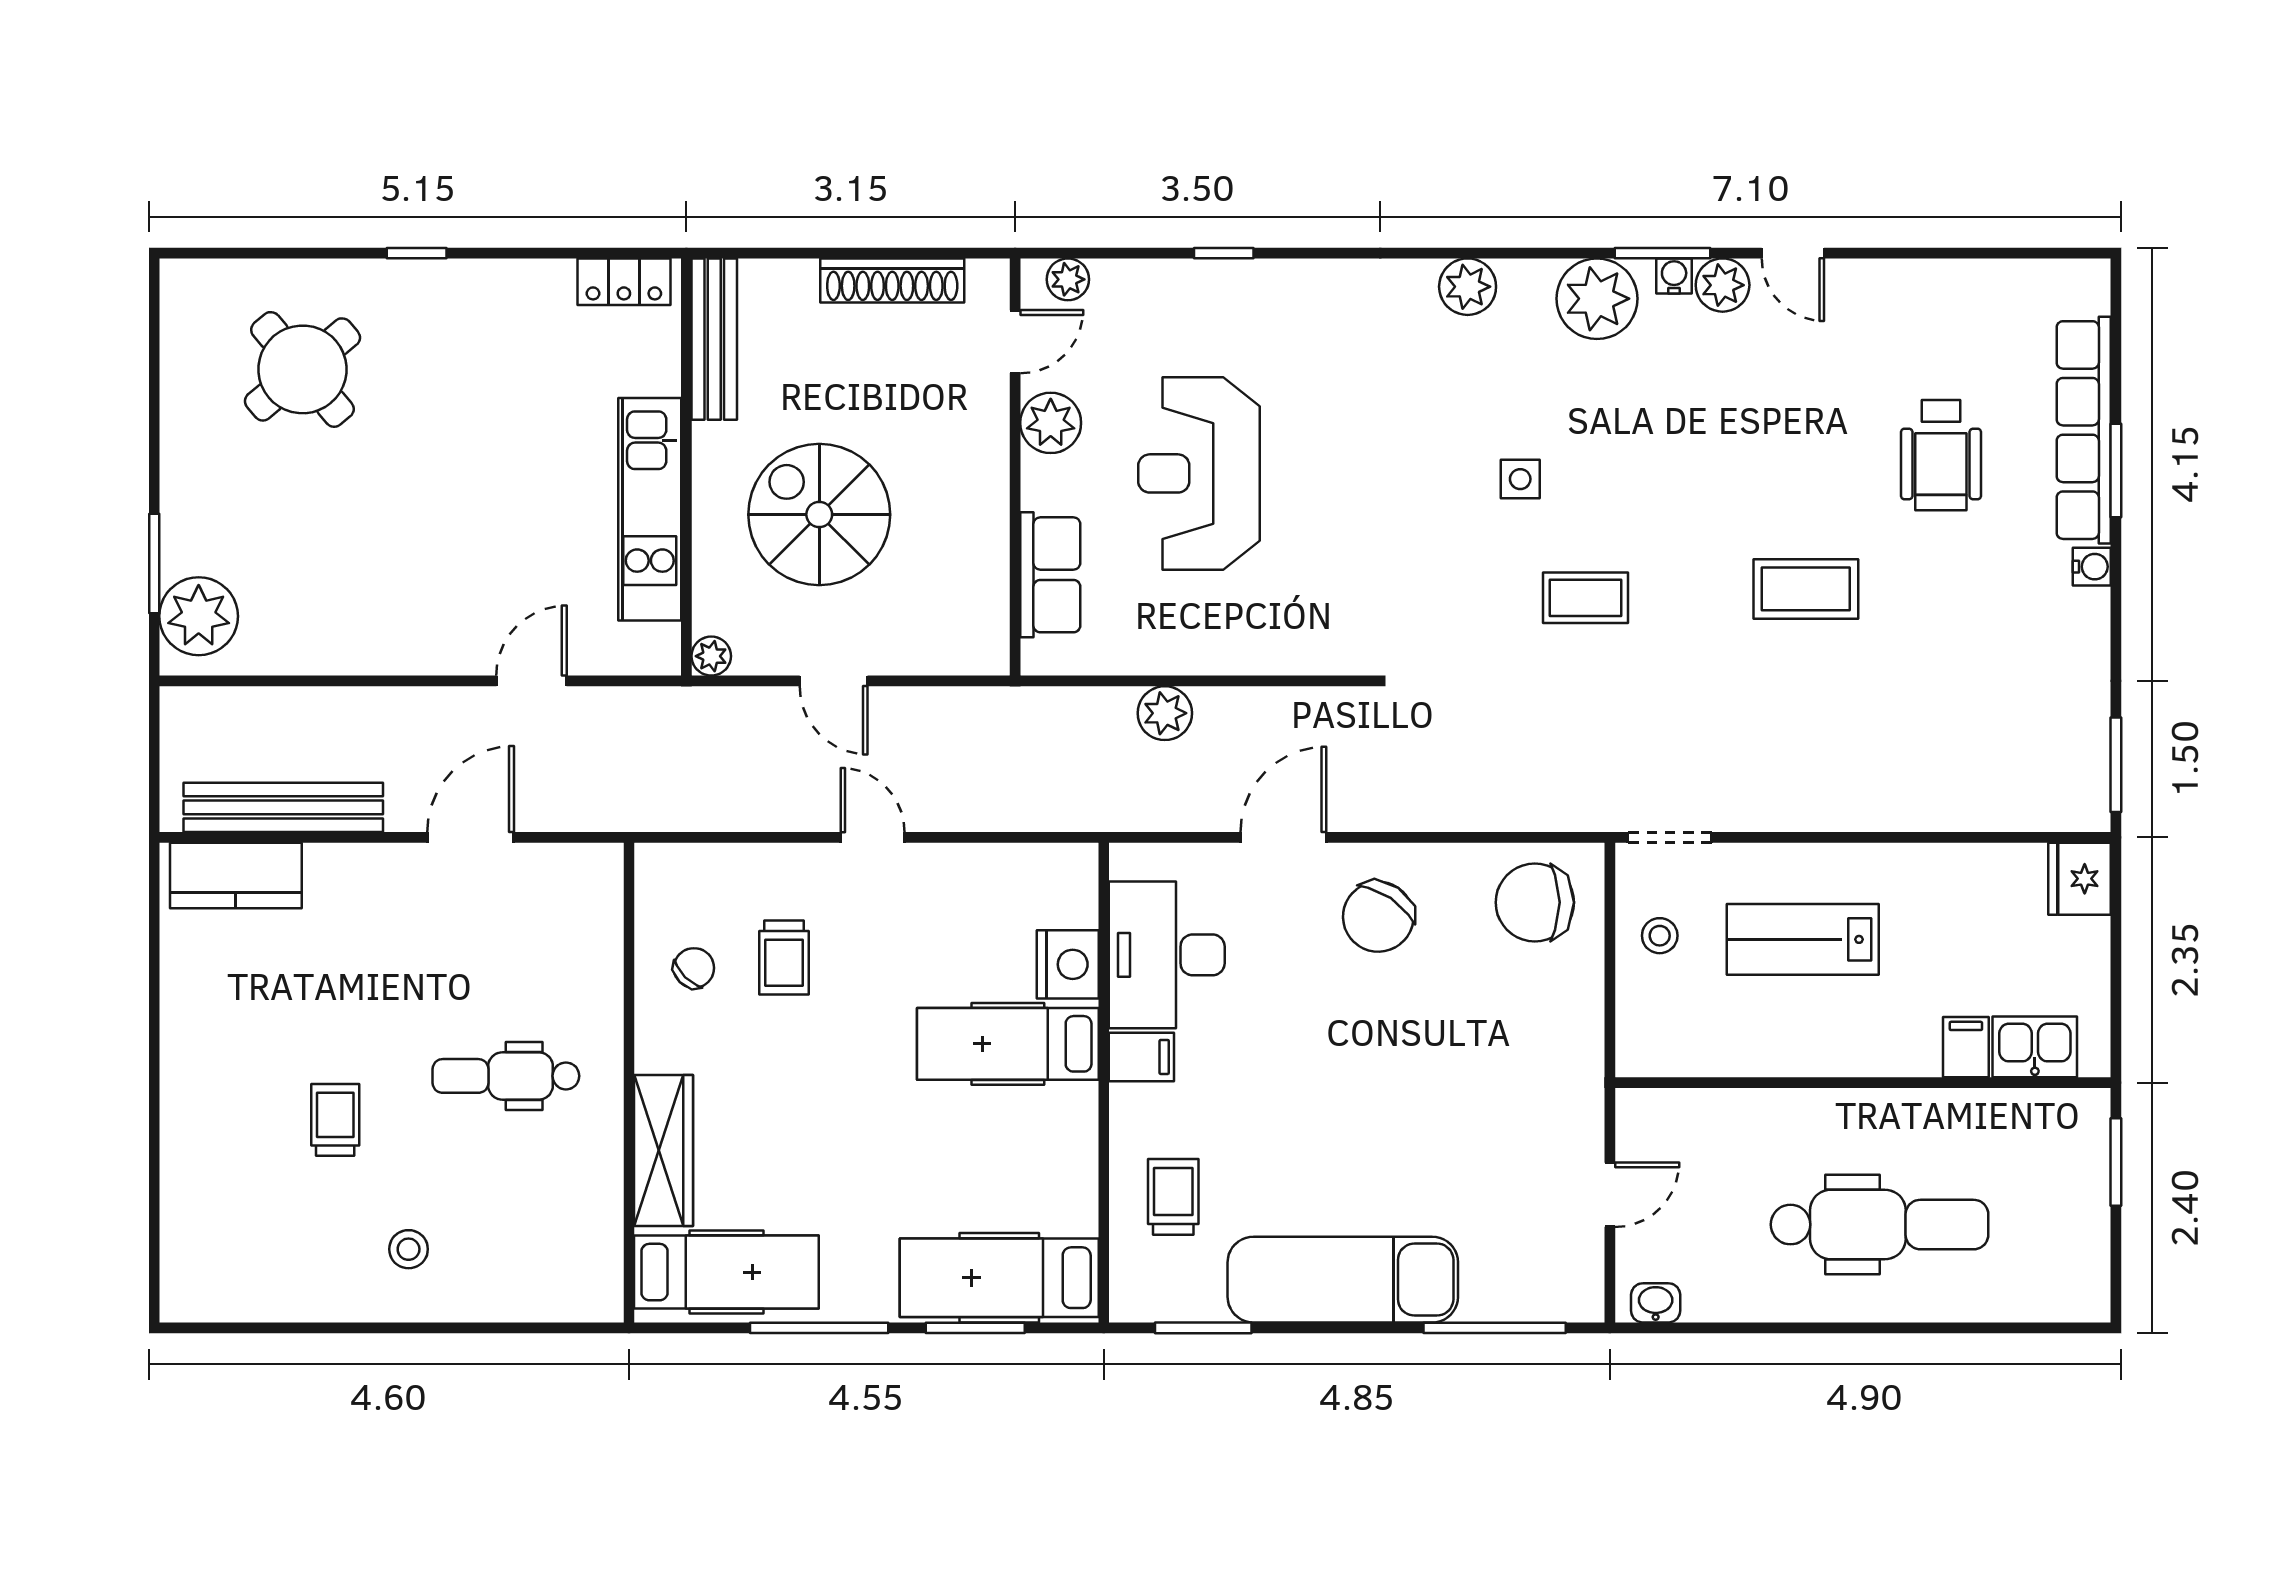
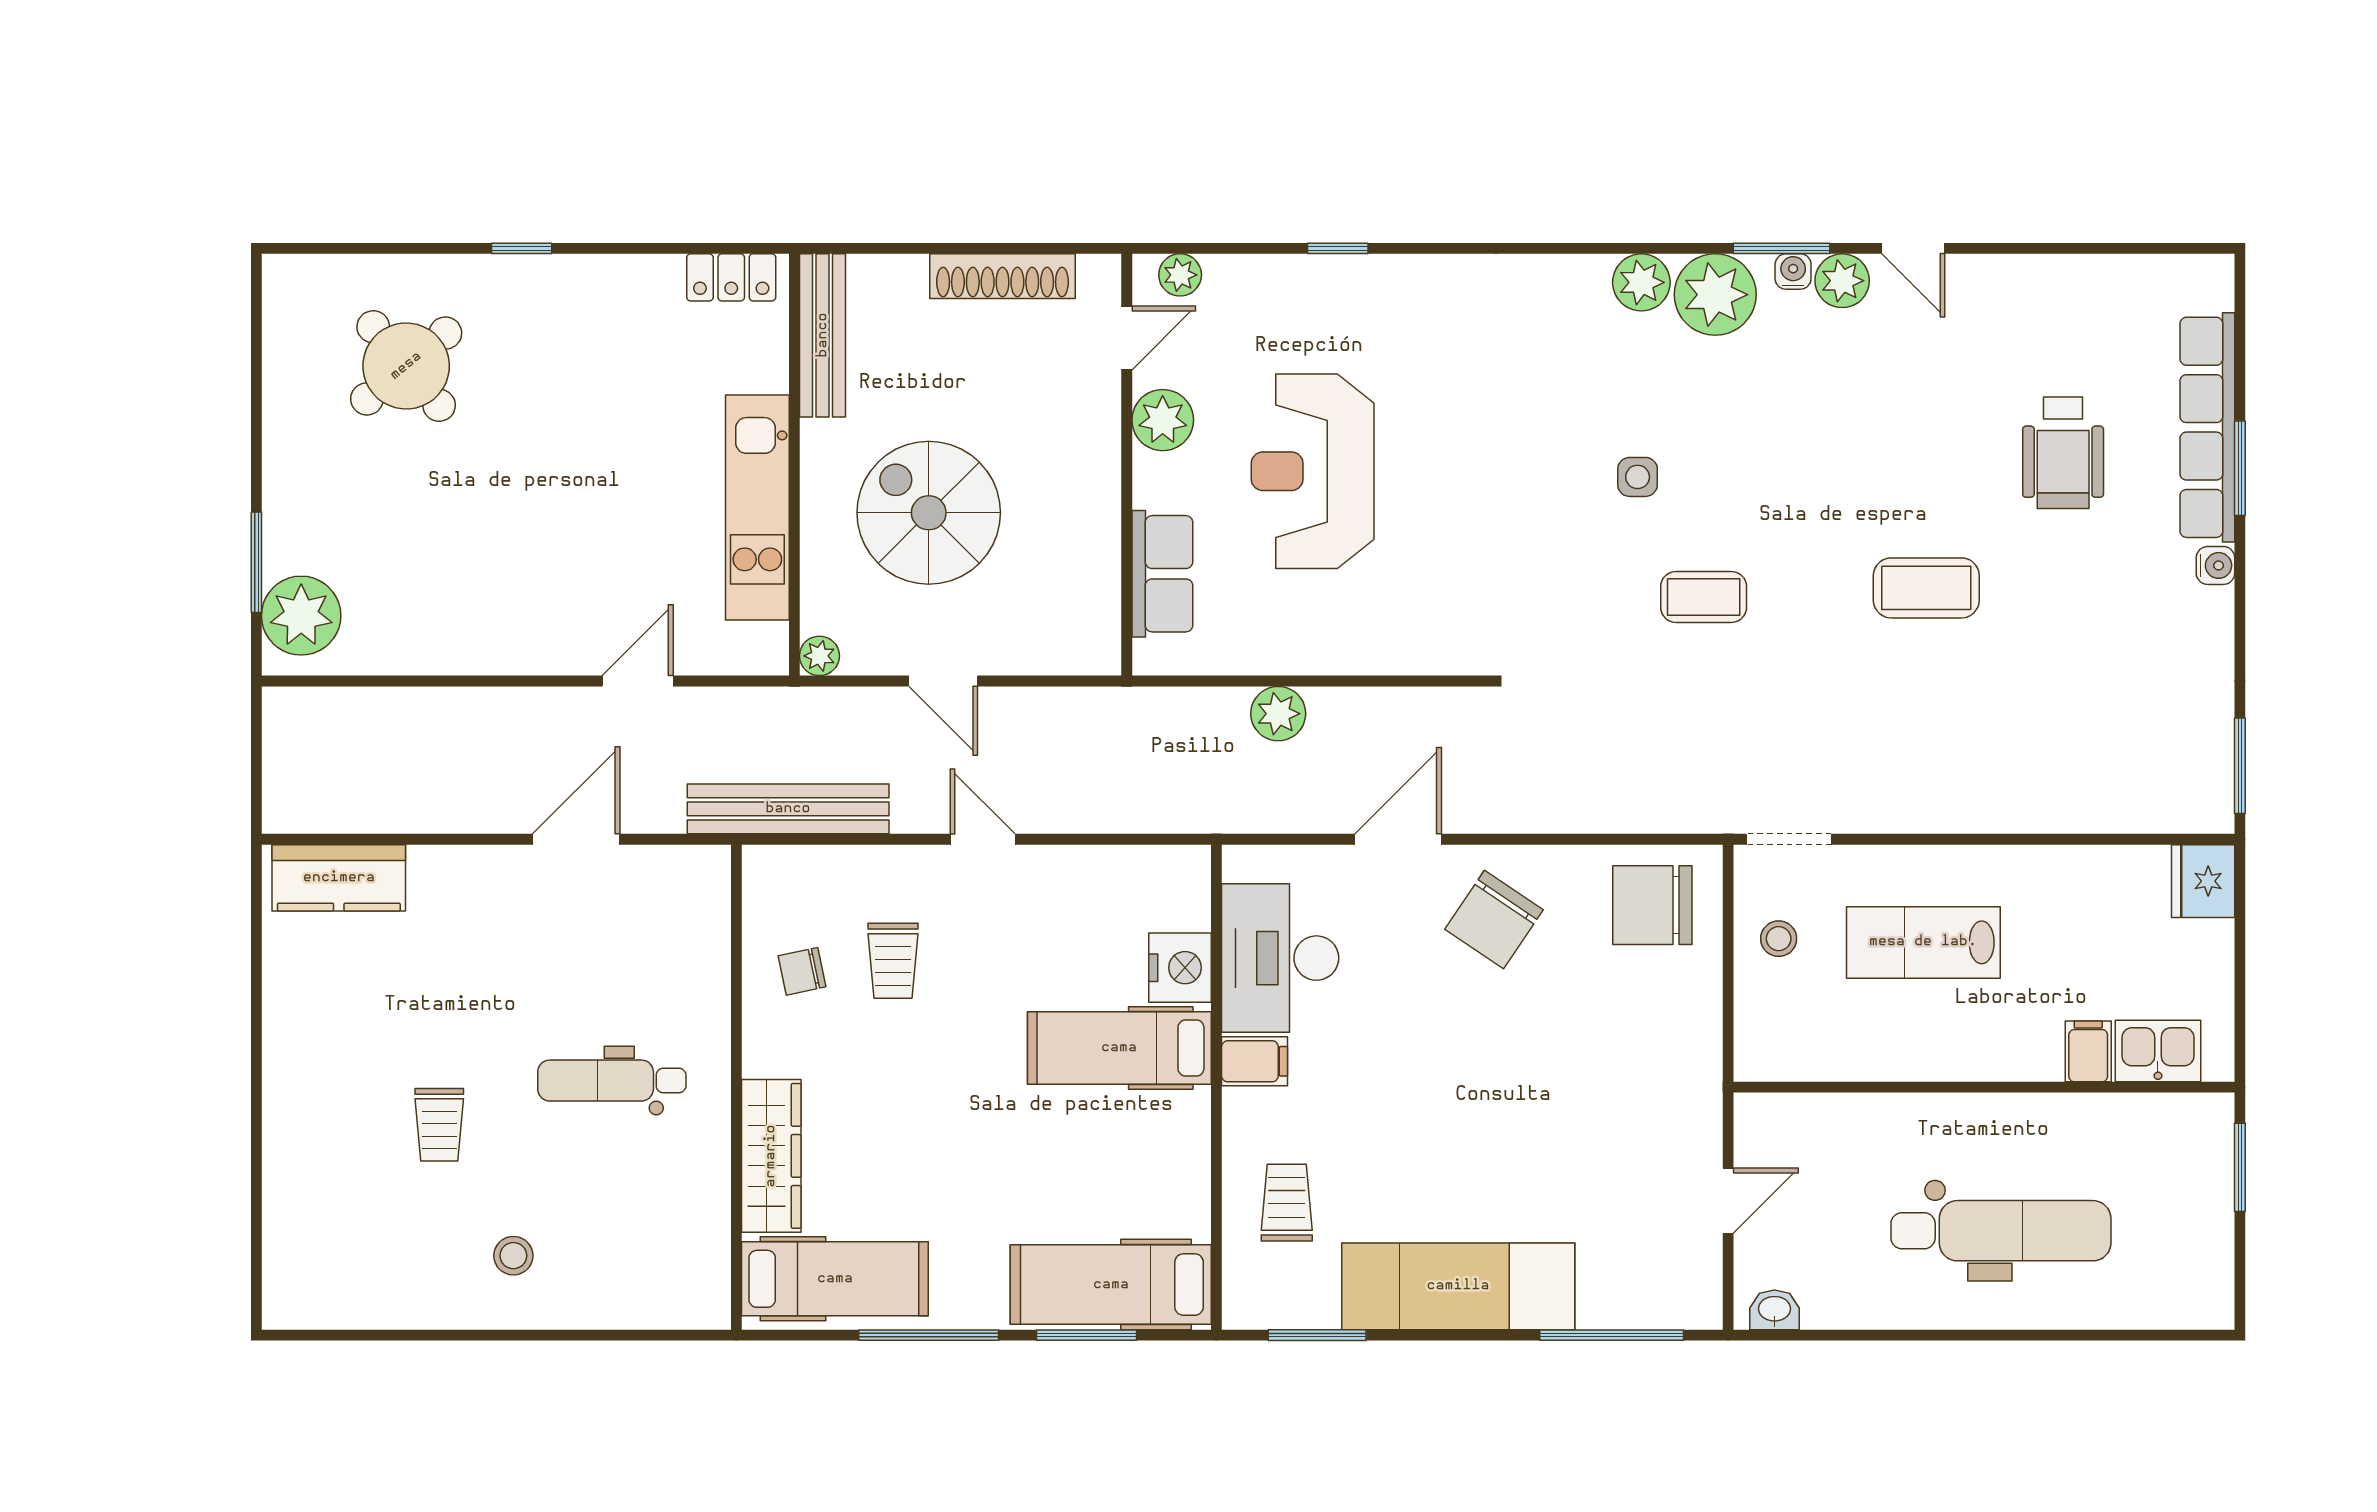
plant: (1468, 287) -> (1641, 282), moved
bench: (283, 807) -> (788, 809), moved
chair: (694, 968) -> (802, 971), turned -147
trolley: (335, 1120) -> (439, 1125), turned 180

